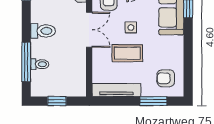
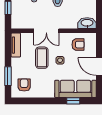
double door: (89, 30) -> (46, 31), moved
tv unit: (116, 90) -> (16, 45), width x0.71

